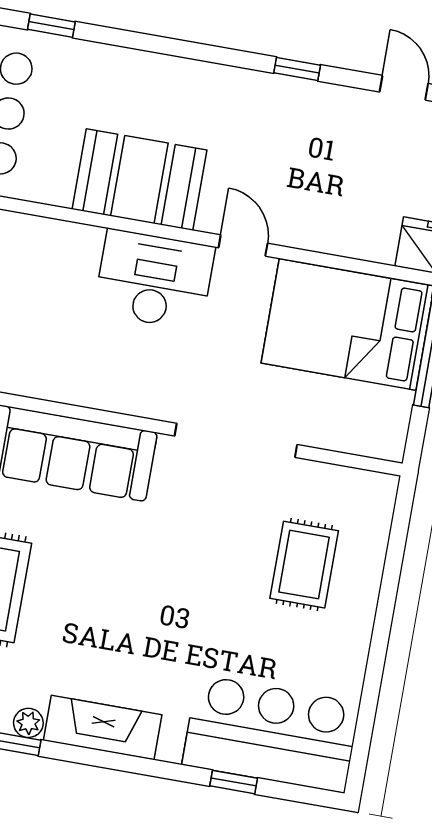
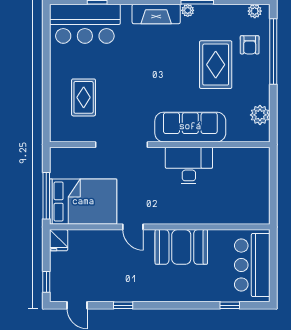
desk: (154, 280) -> (189, 166), moved, turned 180

